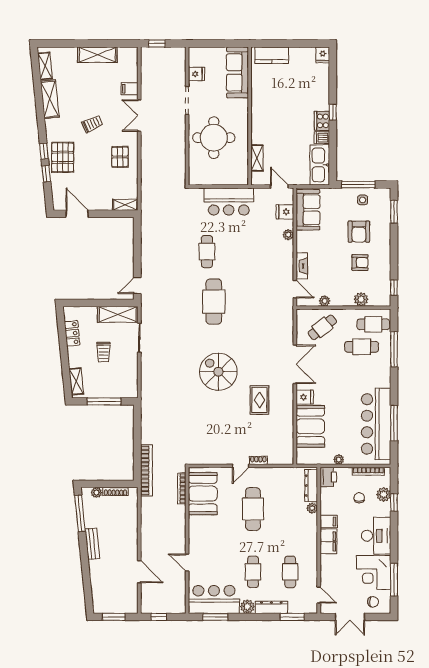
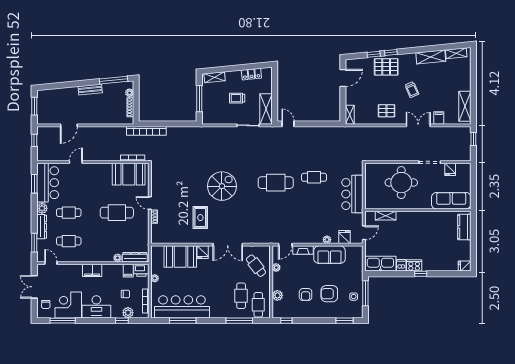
shelving: (97, 55) -> (465, 106), moved
sofa: (308, 210) -> (330, 255), moved
rug: (259, 400) -> (200, 218), turned 90
filing cabinet: (329, 522) -> (128, 271), moved
door: (319, 595) -> (51, 263), swing flipped

